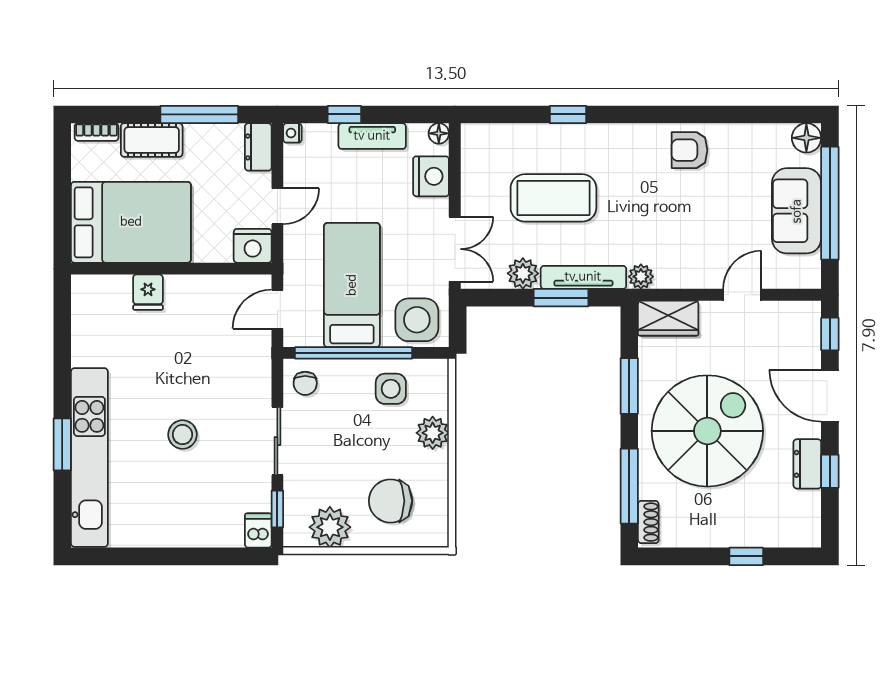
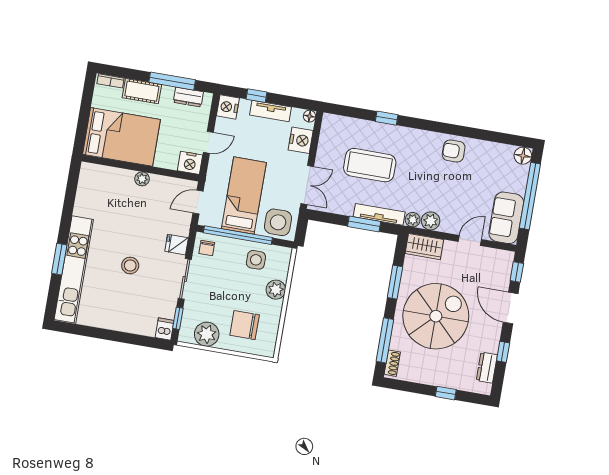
nightstand: (292, 133) -> (228, 107), width x1.89, depth x1.79
dresser: (258, 147) -> (188, 97), moved, turned -90
sofa: (797, 211) -> (506, 218), moved
plant: (523, 273) -> (431, 221), moved
plant: (177, 286) -> (142, 179), added
fridge: (148, 292) -> (177, 245), moved, turned 90
dresser: (807, 464) -> (487, 368), moved

